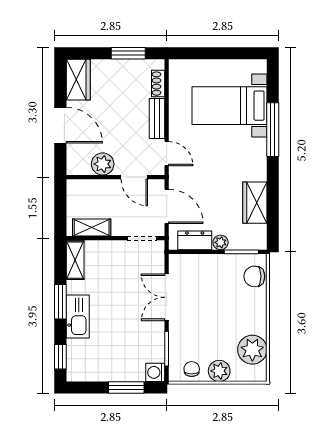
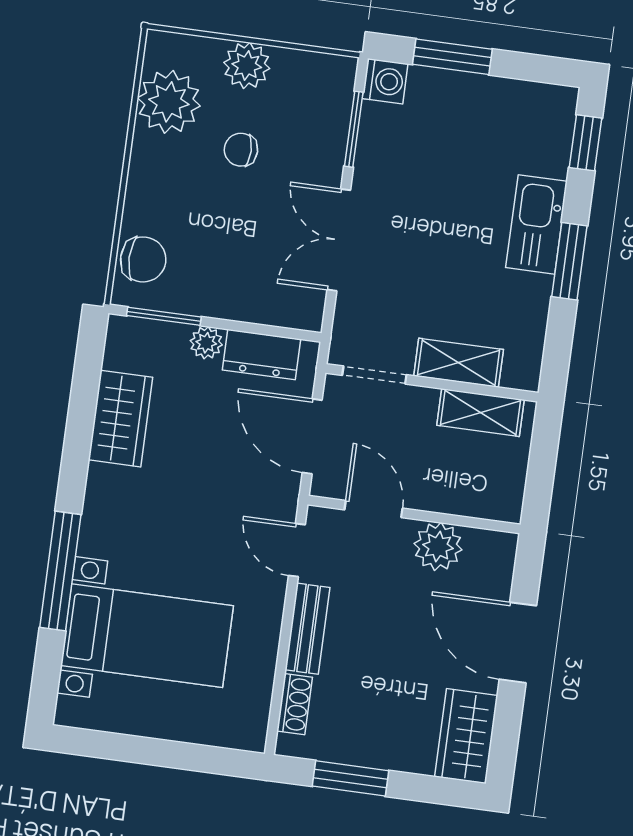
shelving: (75, 260) -> (459, 363), moved, turned 90
double door: (167, 297) -> (339, 240), swing flipped
chair: (192, 369) -> (241, 150), moved, turned 90

